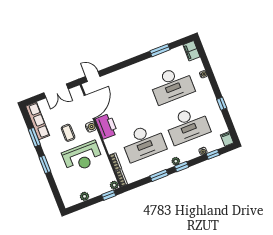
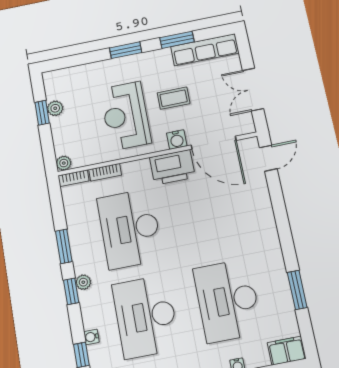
window: (109, 195) -> (42, 113), moved

